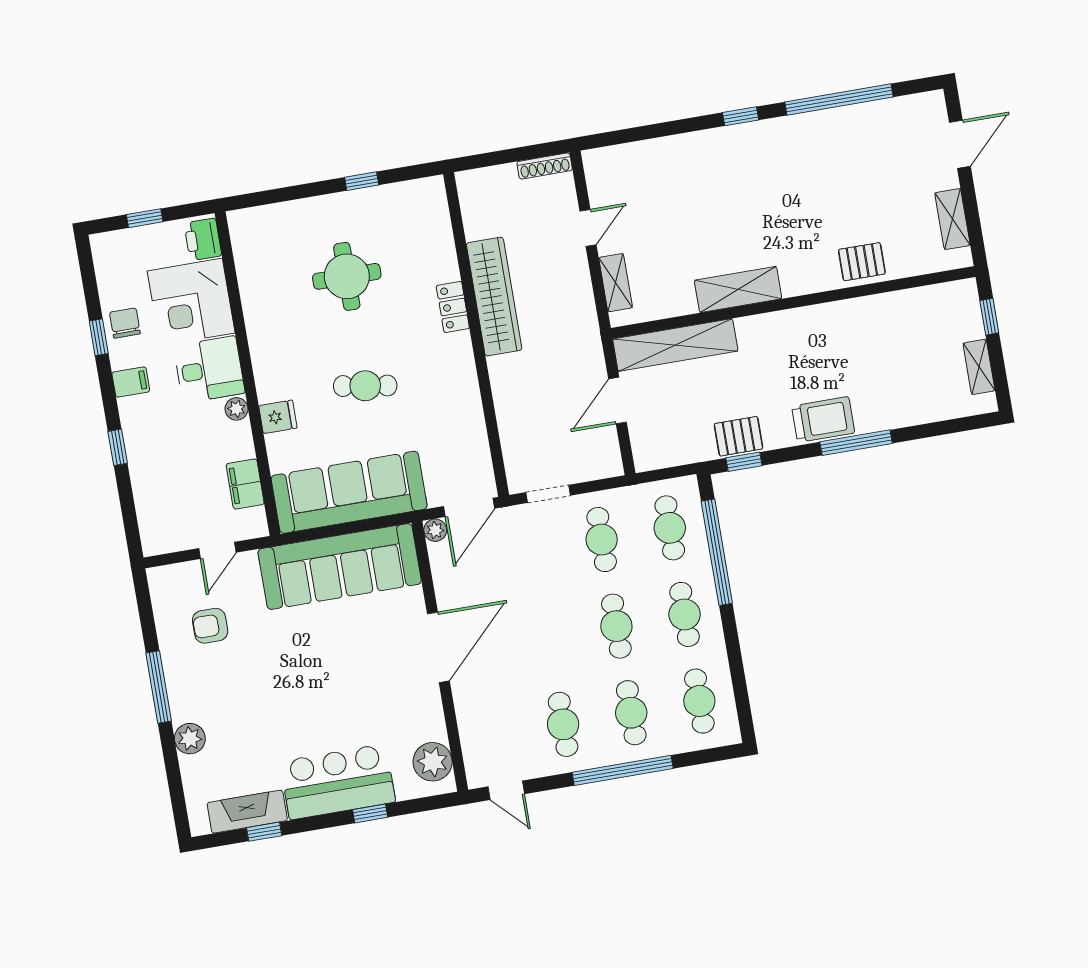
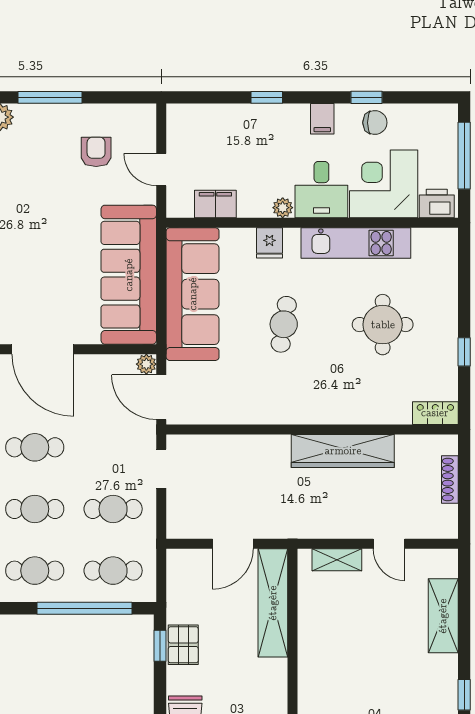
shoe rack: (545, 166) -> (450, 479), moved
window: (145, 218) -> (464, 156), width x2.17
shelving: (738, 289) -> (443, 616), moved
locker: (453, 307) -> (435, 413), moved
kitchen unit: (262, 321) -> (356, 243), added
door: (618, 401) -> (233, 544), swing flipped
cafe table: (548, 638) -> (35, 447), added

